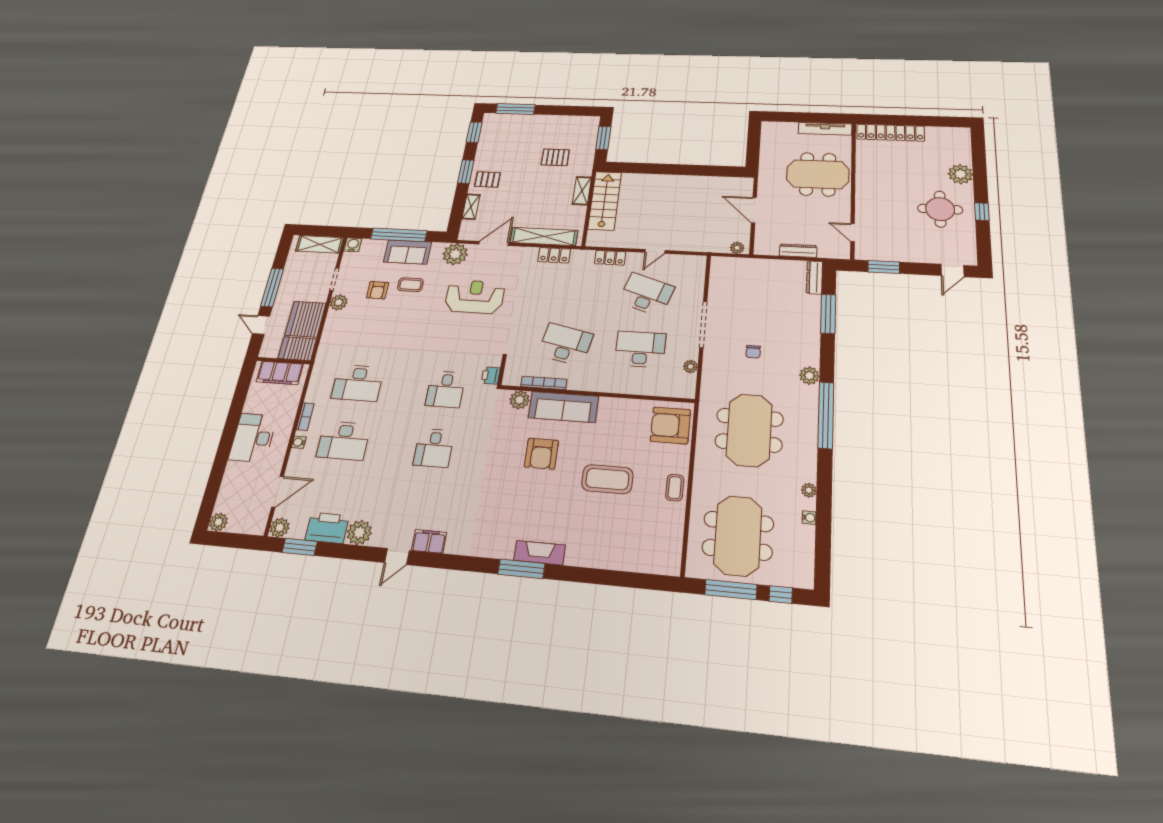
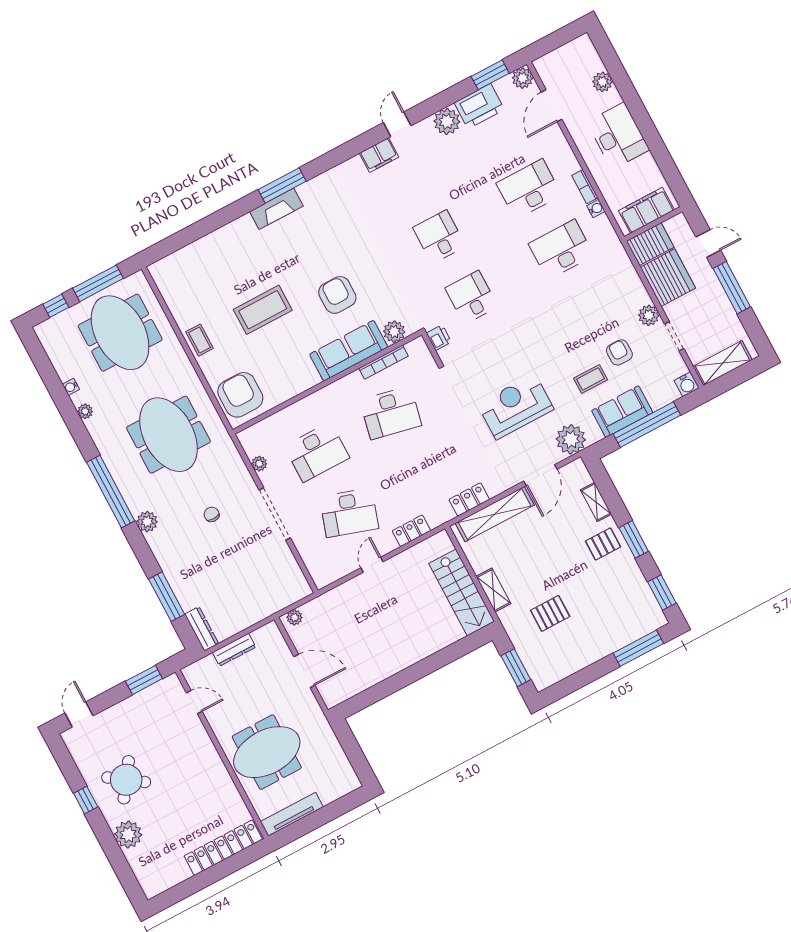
round table: (940, 209) -> (126, 780), turned 35
reception desk: (475, 297) -> (515, 407), turned 180
armchair: (670, 425) -> (240, 395), turned -90
water cooler: (299, 442) -> (596, 209), moved
plant: (218, 522) -> (602, 82), moved

